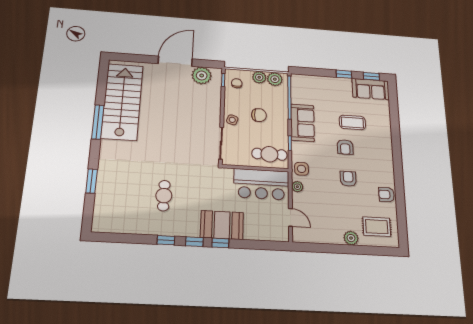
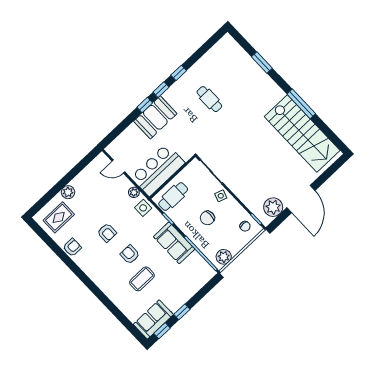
plant: (259, 77) -> (235, 247), removed

